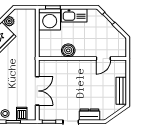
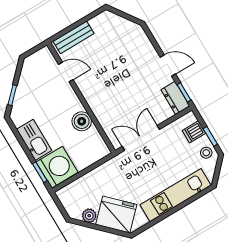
double door: (37, 91) -> (141, 138), moved
bench: (121, 91) -> (74, 37), moved
dresser: (89, 115) -> (175, 98), moved

